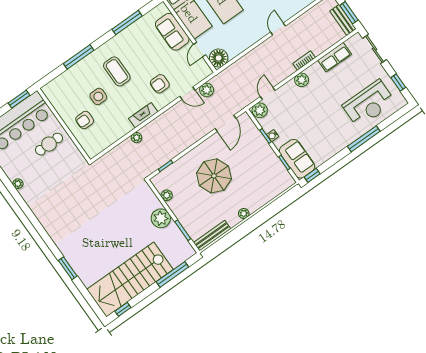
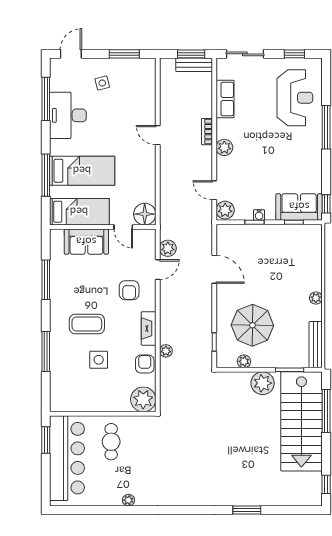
armchair: (85, 120) -> (145, 364), moved, turned 180
door: (226, 123) -> (214, 269), moved
plant: (93, 145) -> (143, 399), added
parasol: (214, 176) -> (252, 325), moved
stairs: (130, 279) -> (301, 421), moved

